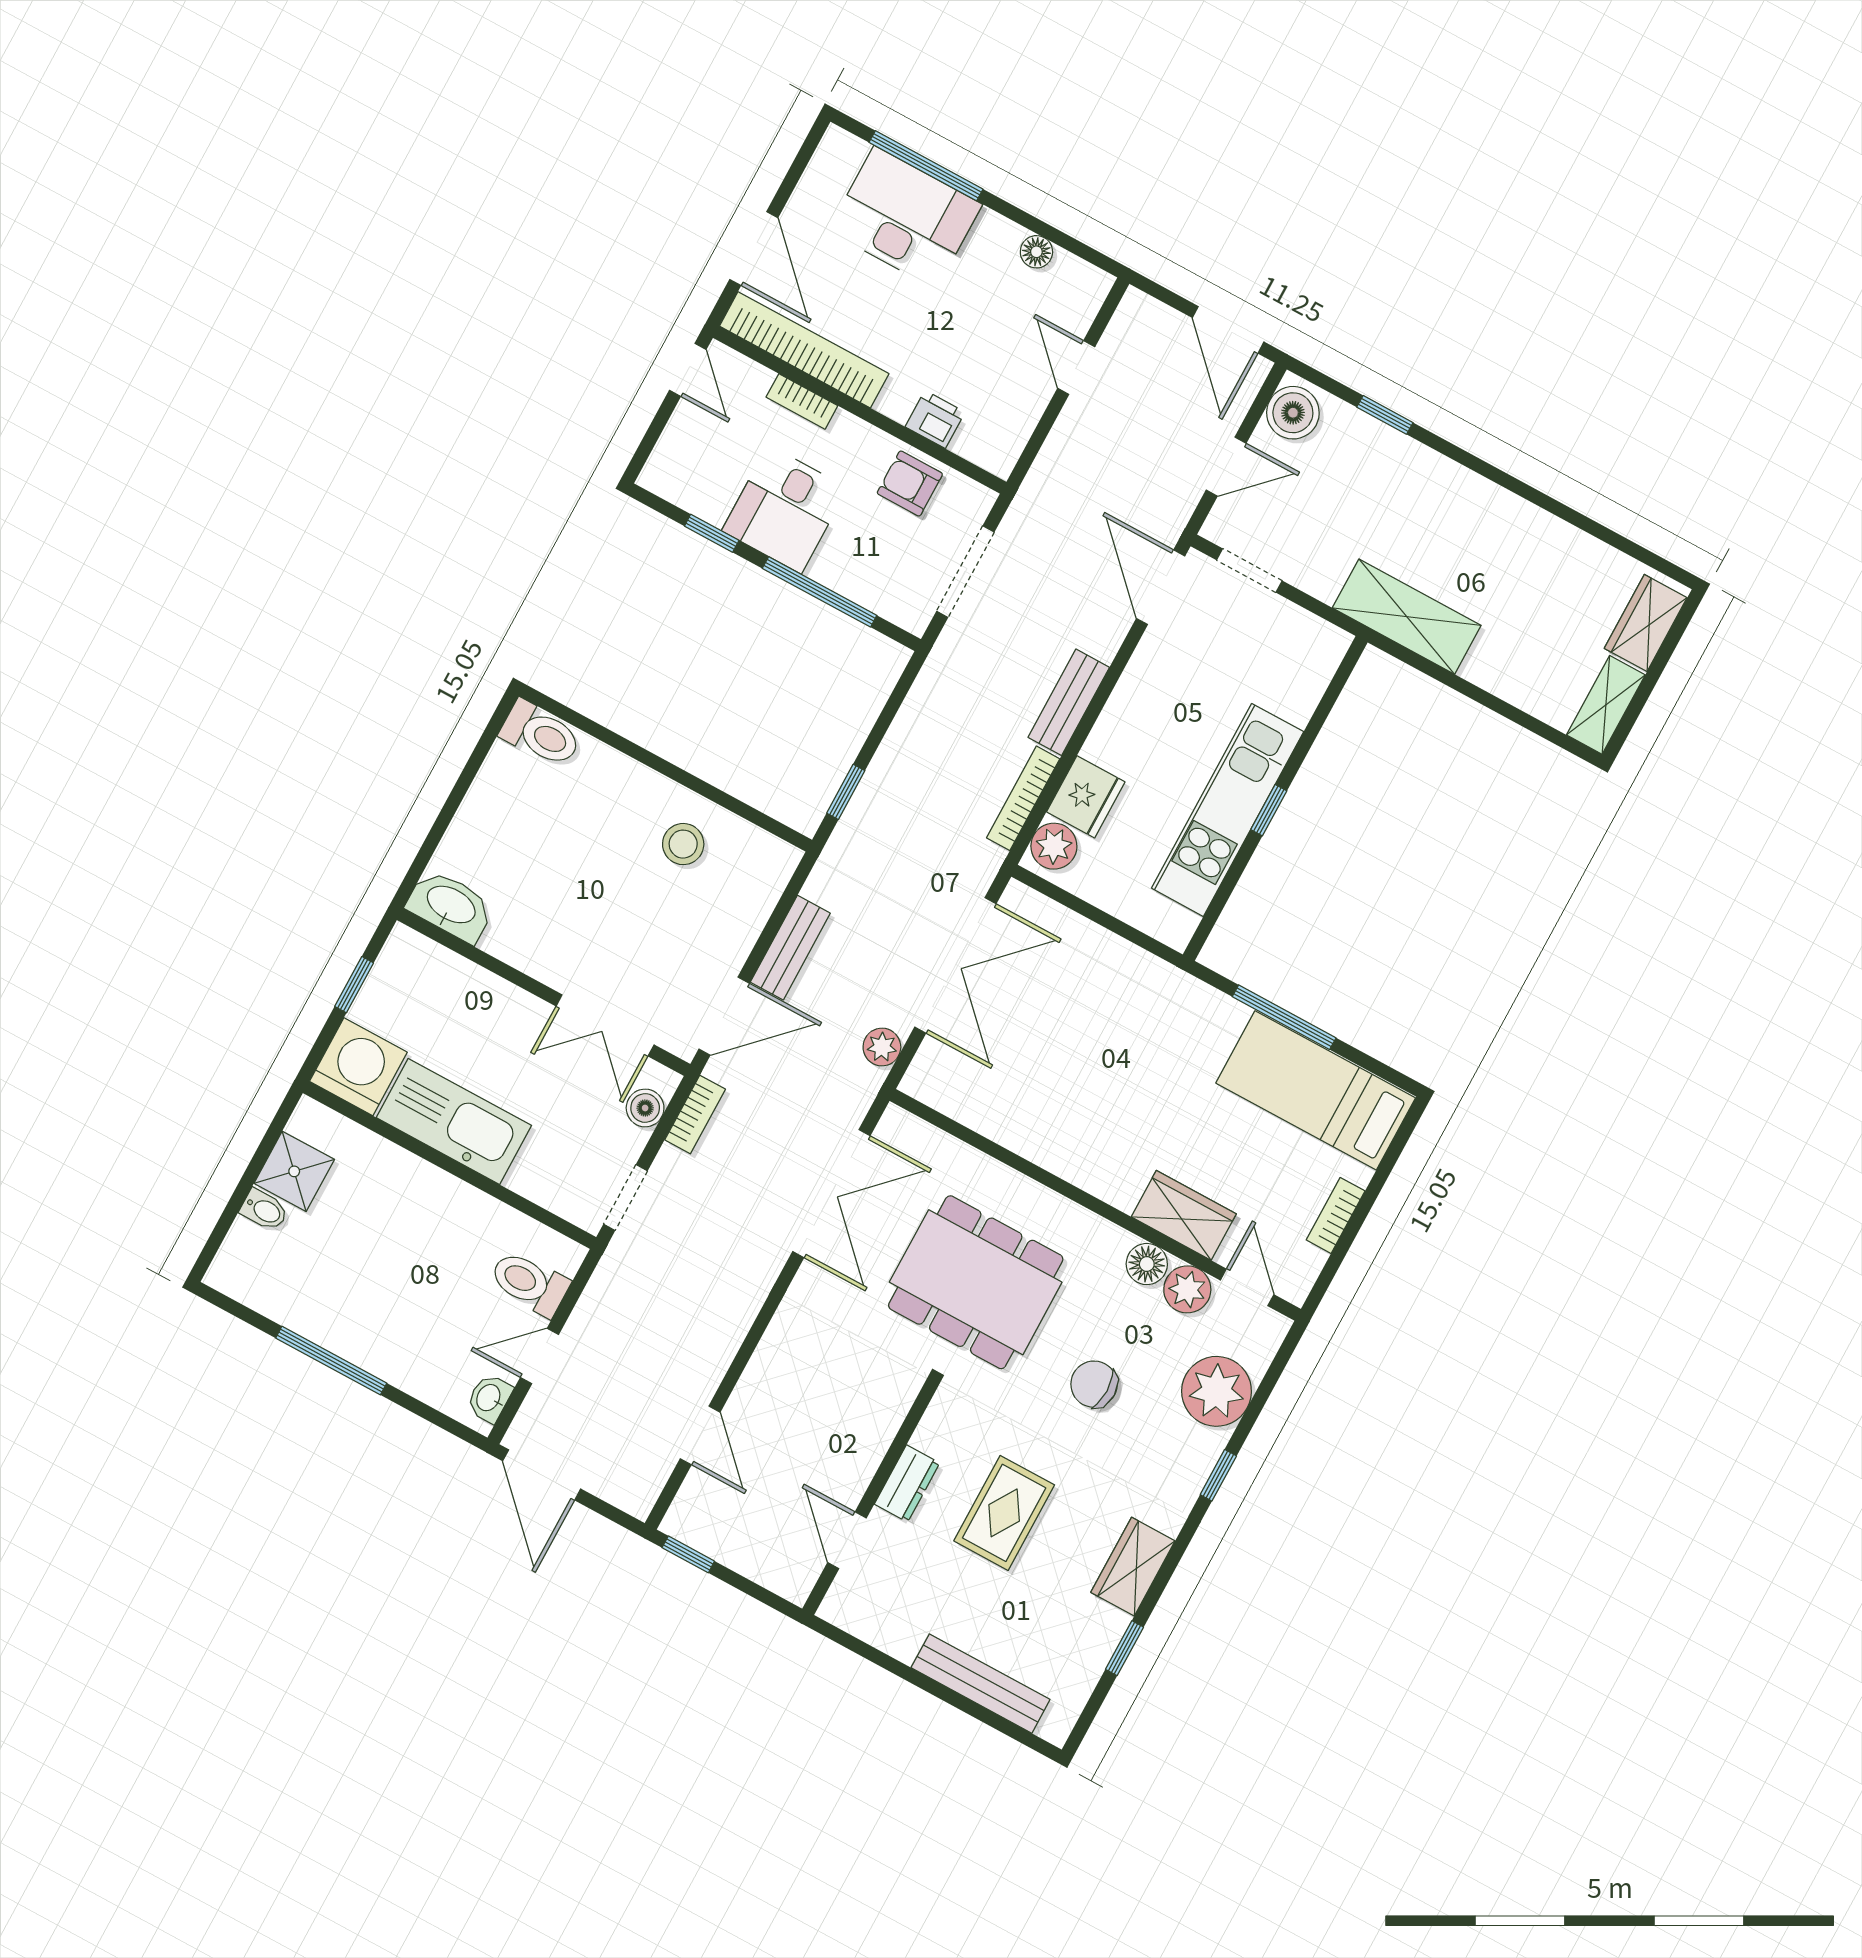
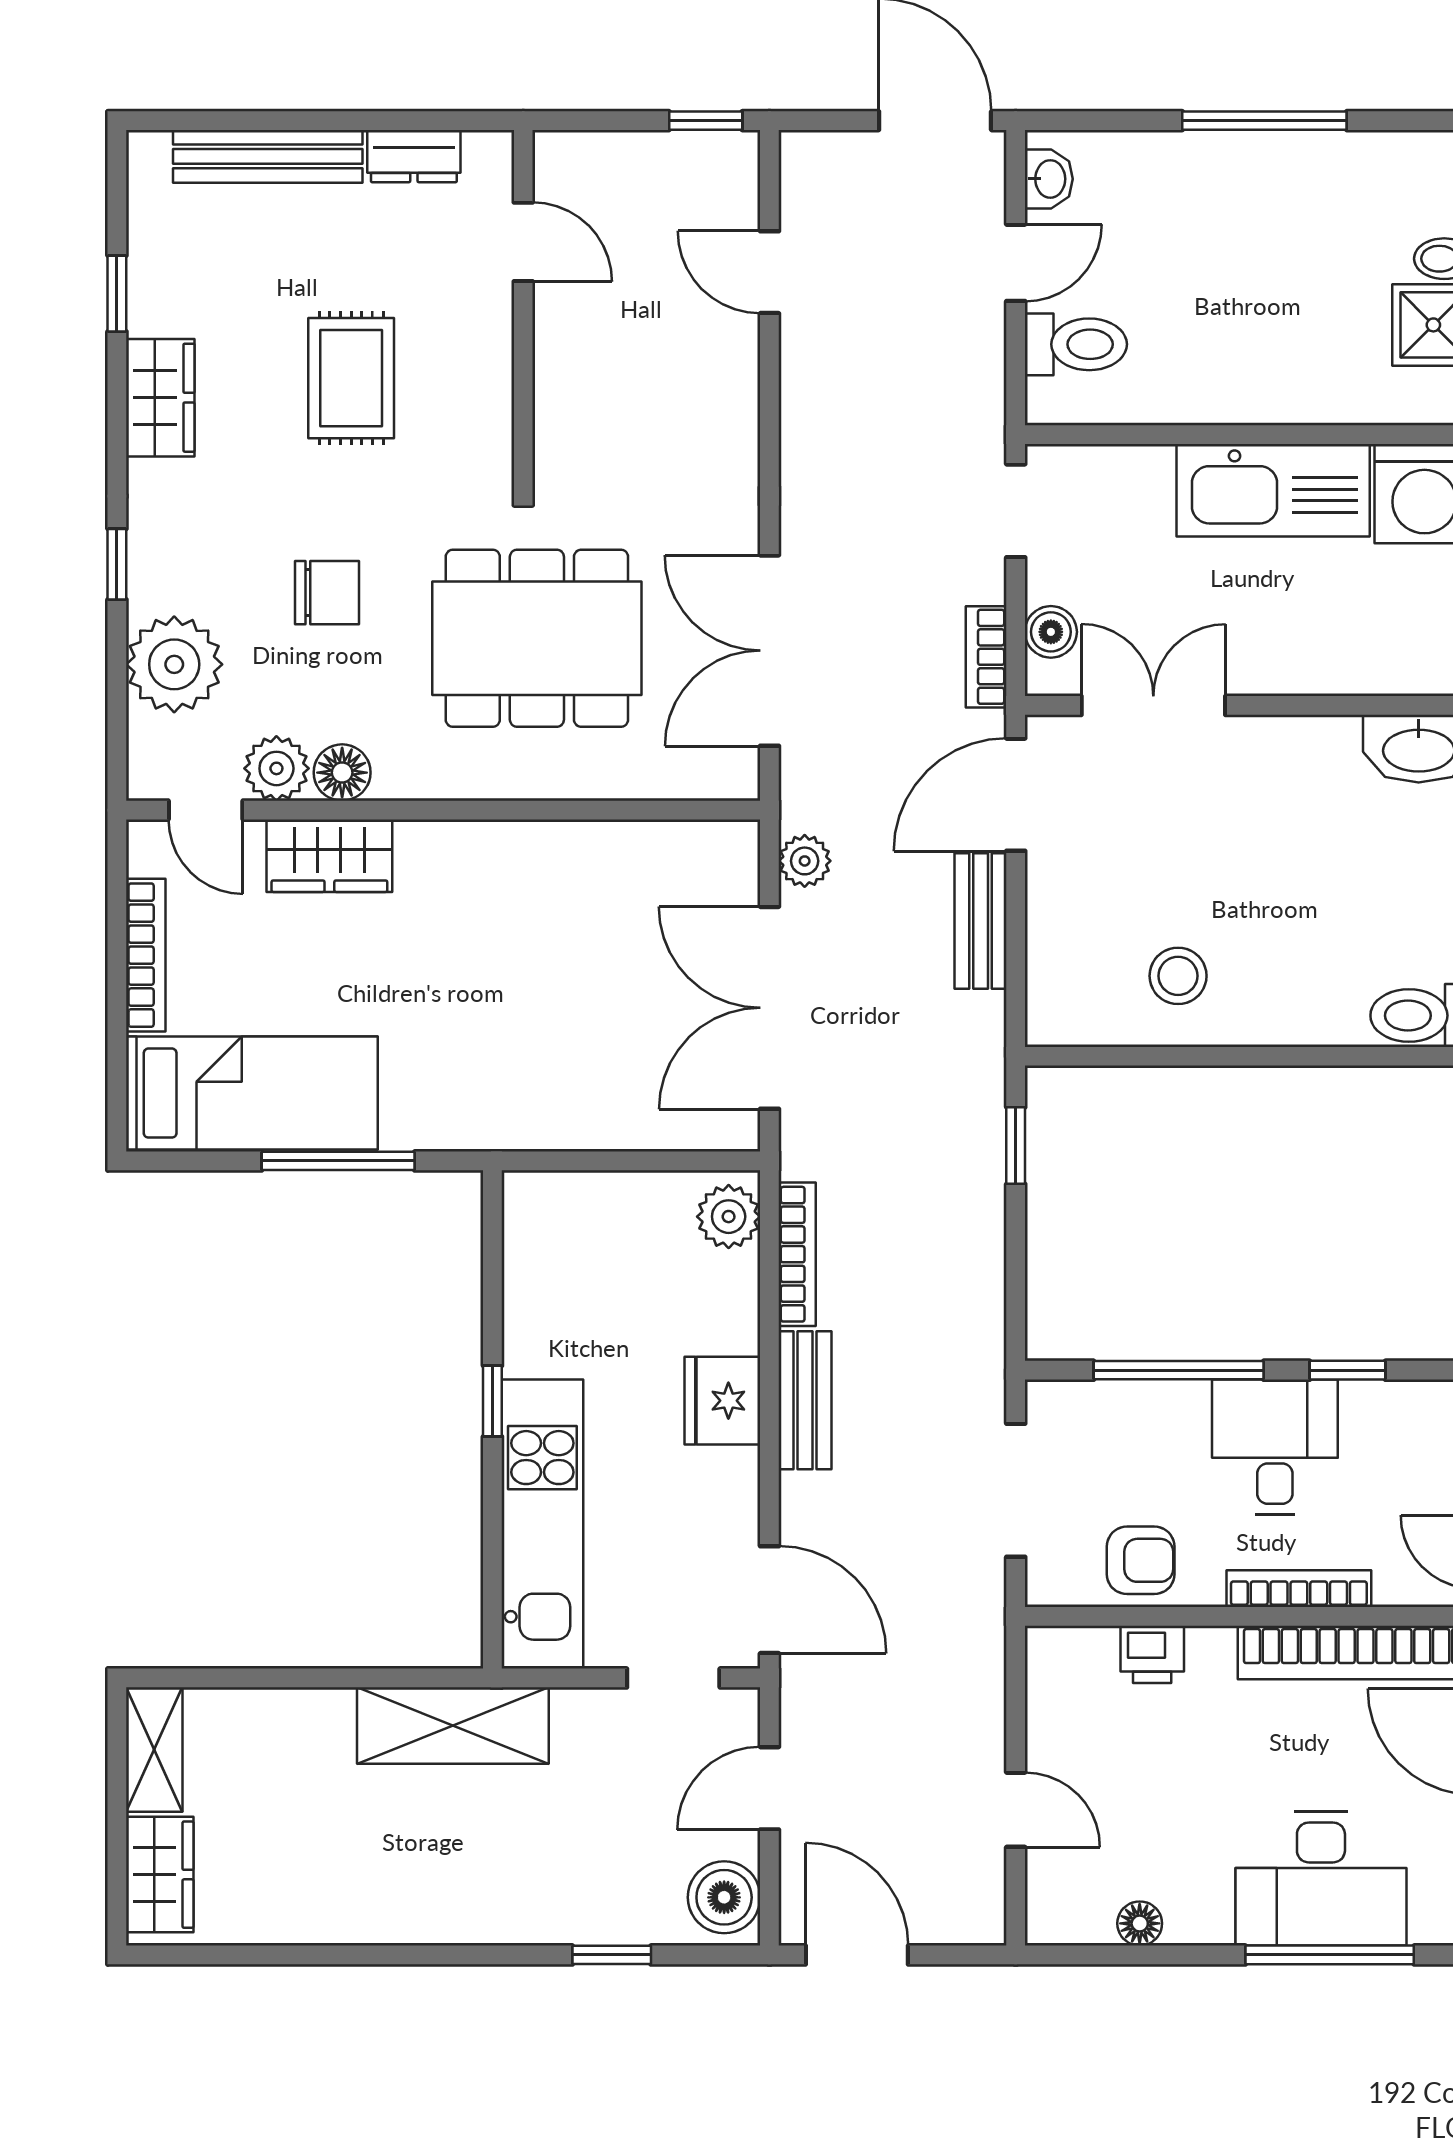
bookcase: (802, 401) -> (1299, 1589), width x1.56
fridge: (1086, 797) -> (722, 1401), moved
kitchen unit: (1228, 810) -> (542, 1524), moved
bookcase: (1336, 1215) -> (146, 955), width x1.56
dresser: (907, 1484) -> (414, 156), moved, turned -90

